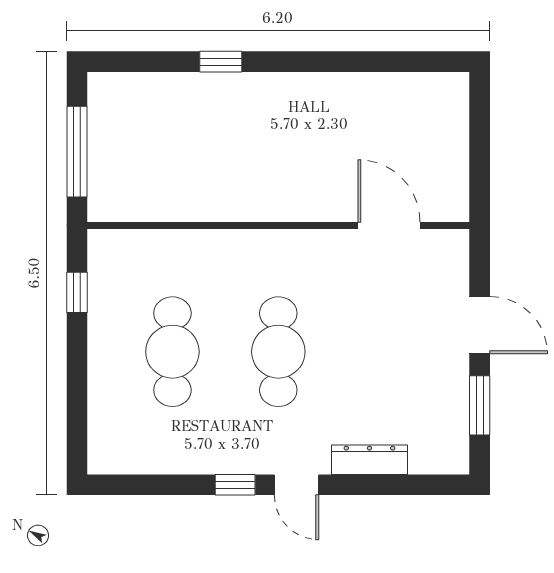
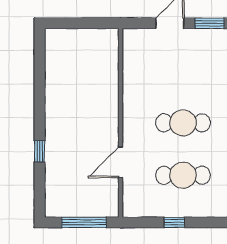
door: (389, 225) -> (121, 162), moved
window: (77, 292) -> (174, 222), moved

